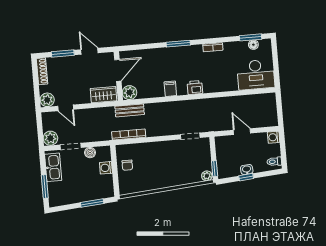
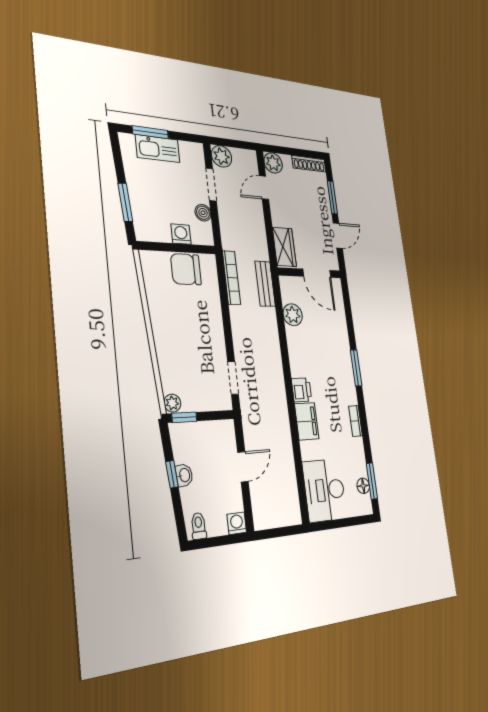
filing cabinet: (170, 89) -> (307, 421), moved, width x2.00
plant: (130, 93) -> (293, 315), moved
chair: (127, 165) -> (186, 269), width x1.87, depth x1.87
kitchen sink: (53, 167) -> (158, 149), moved

